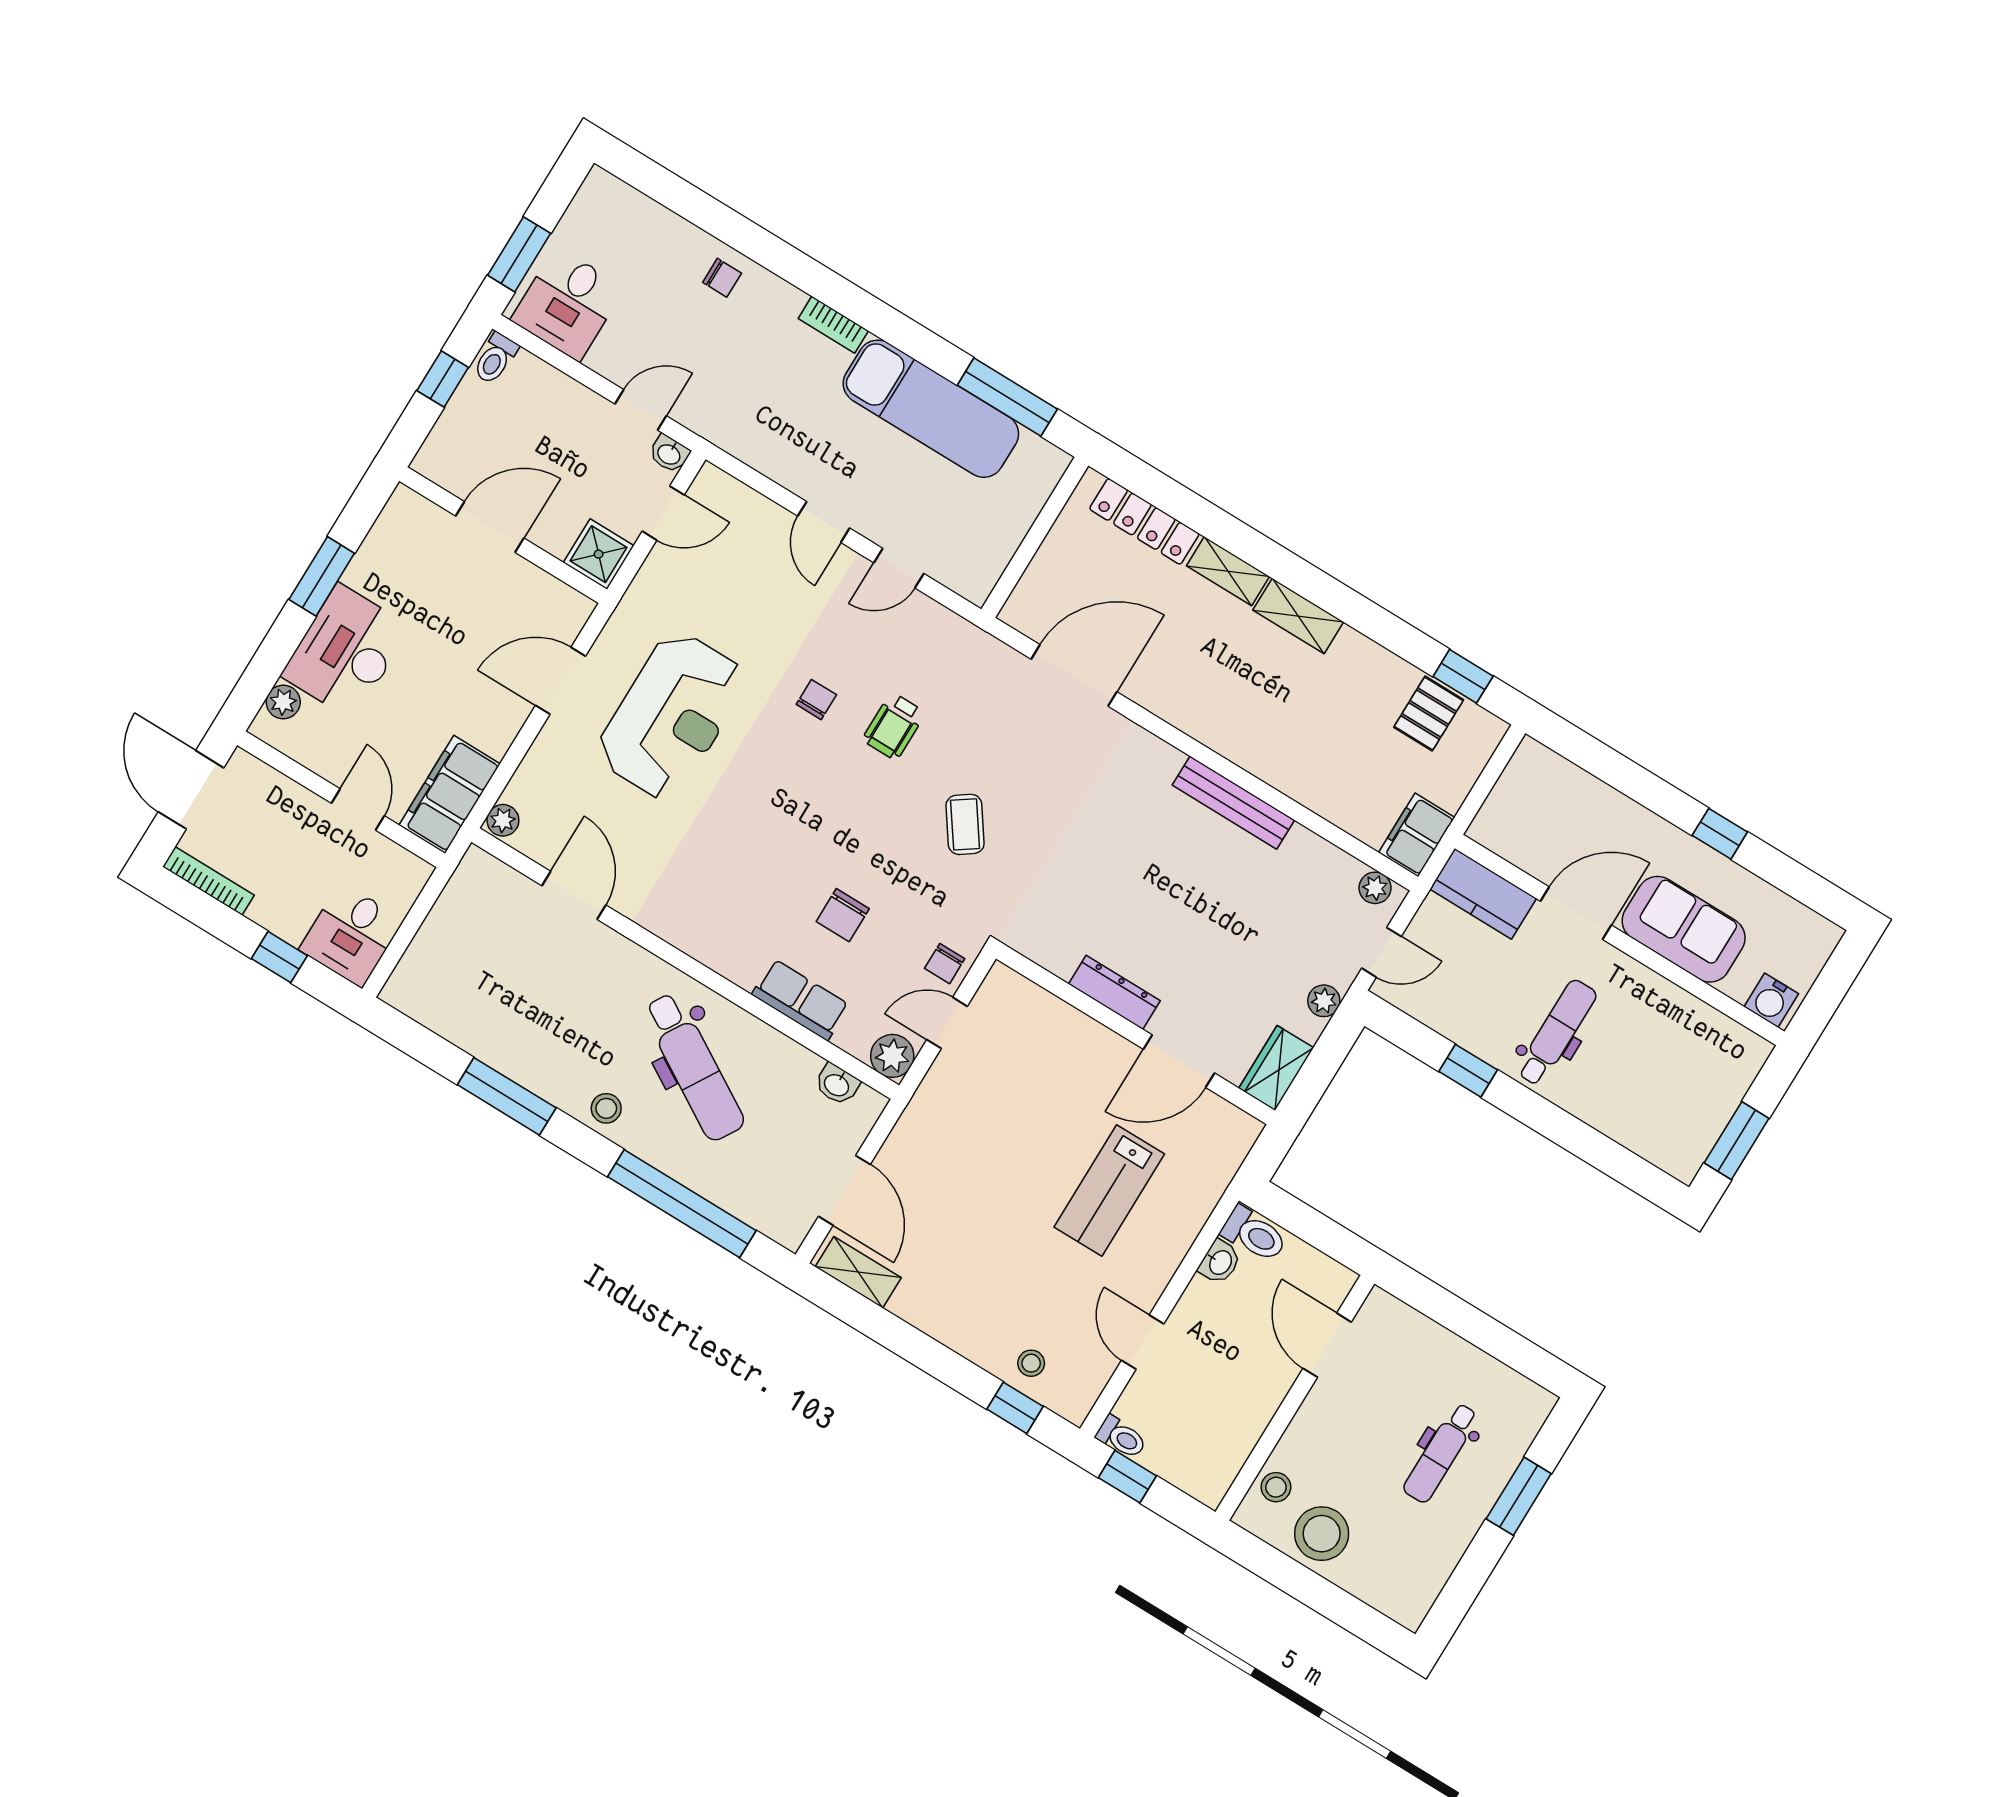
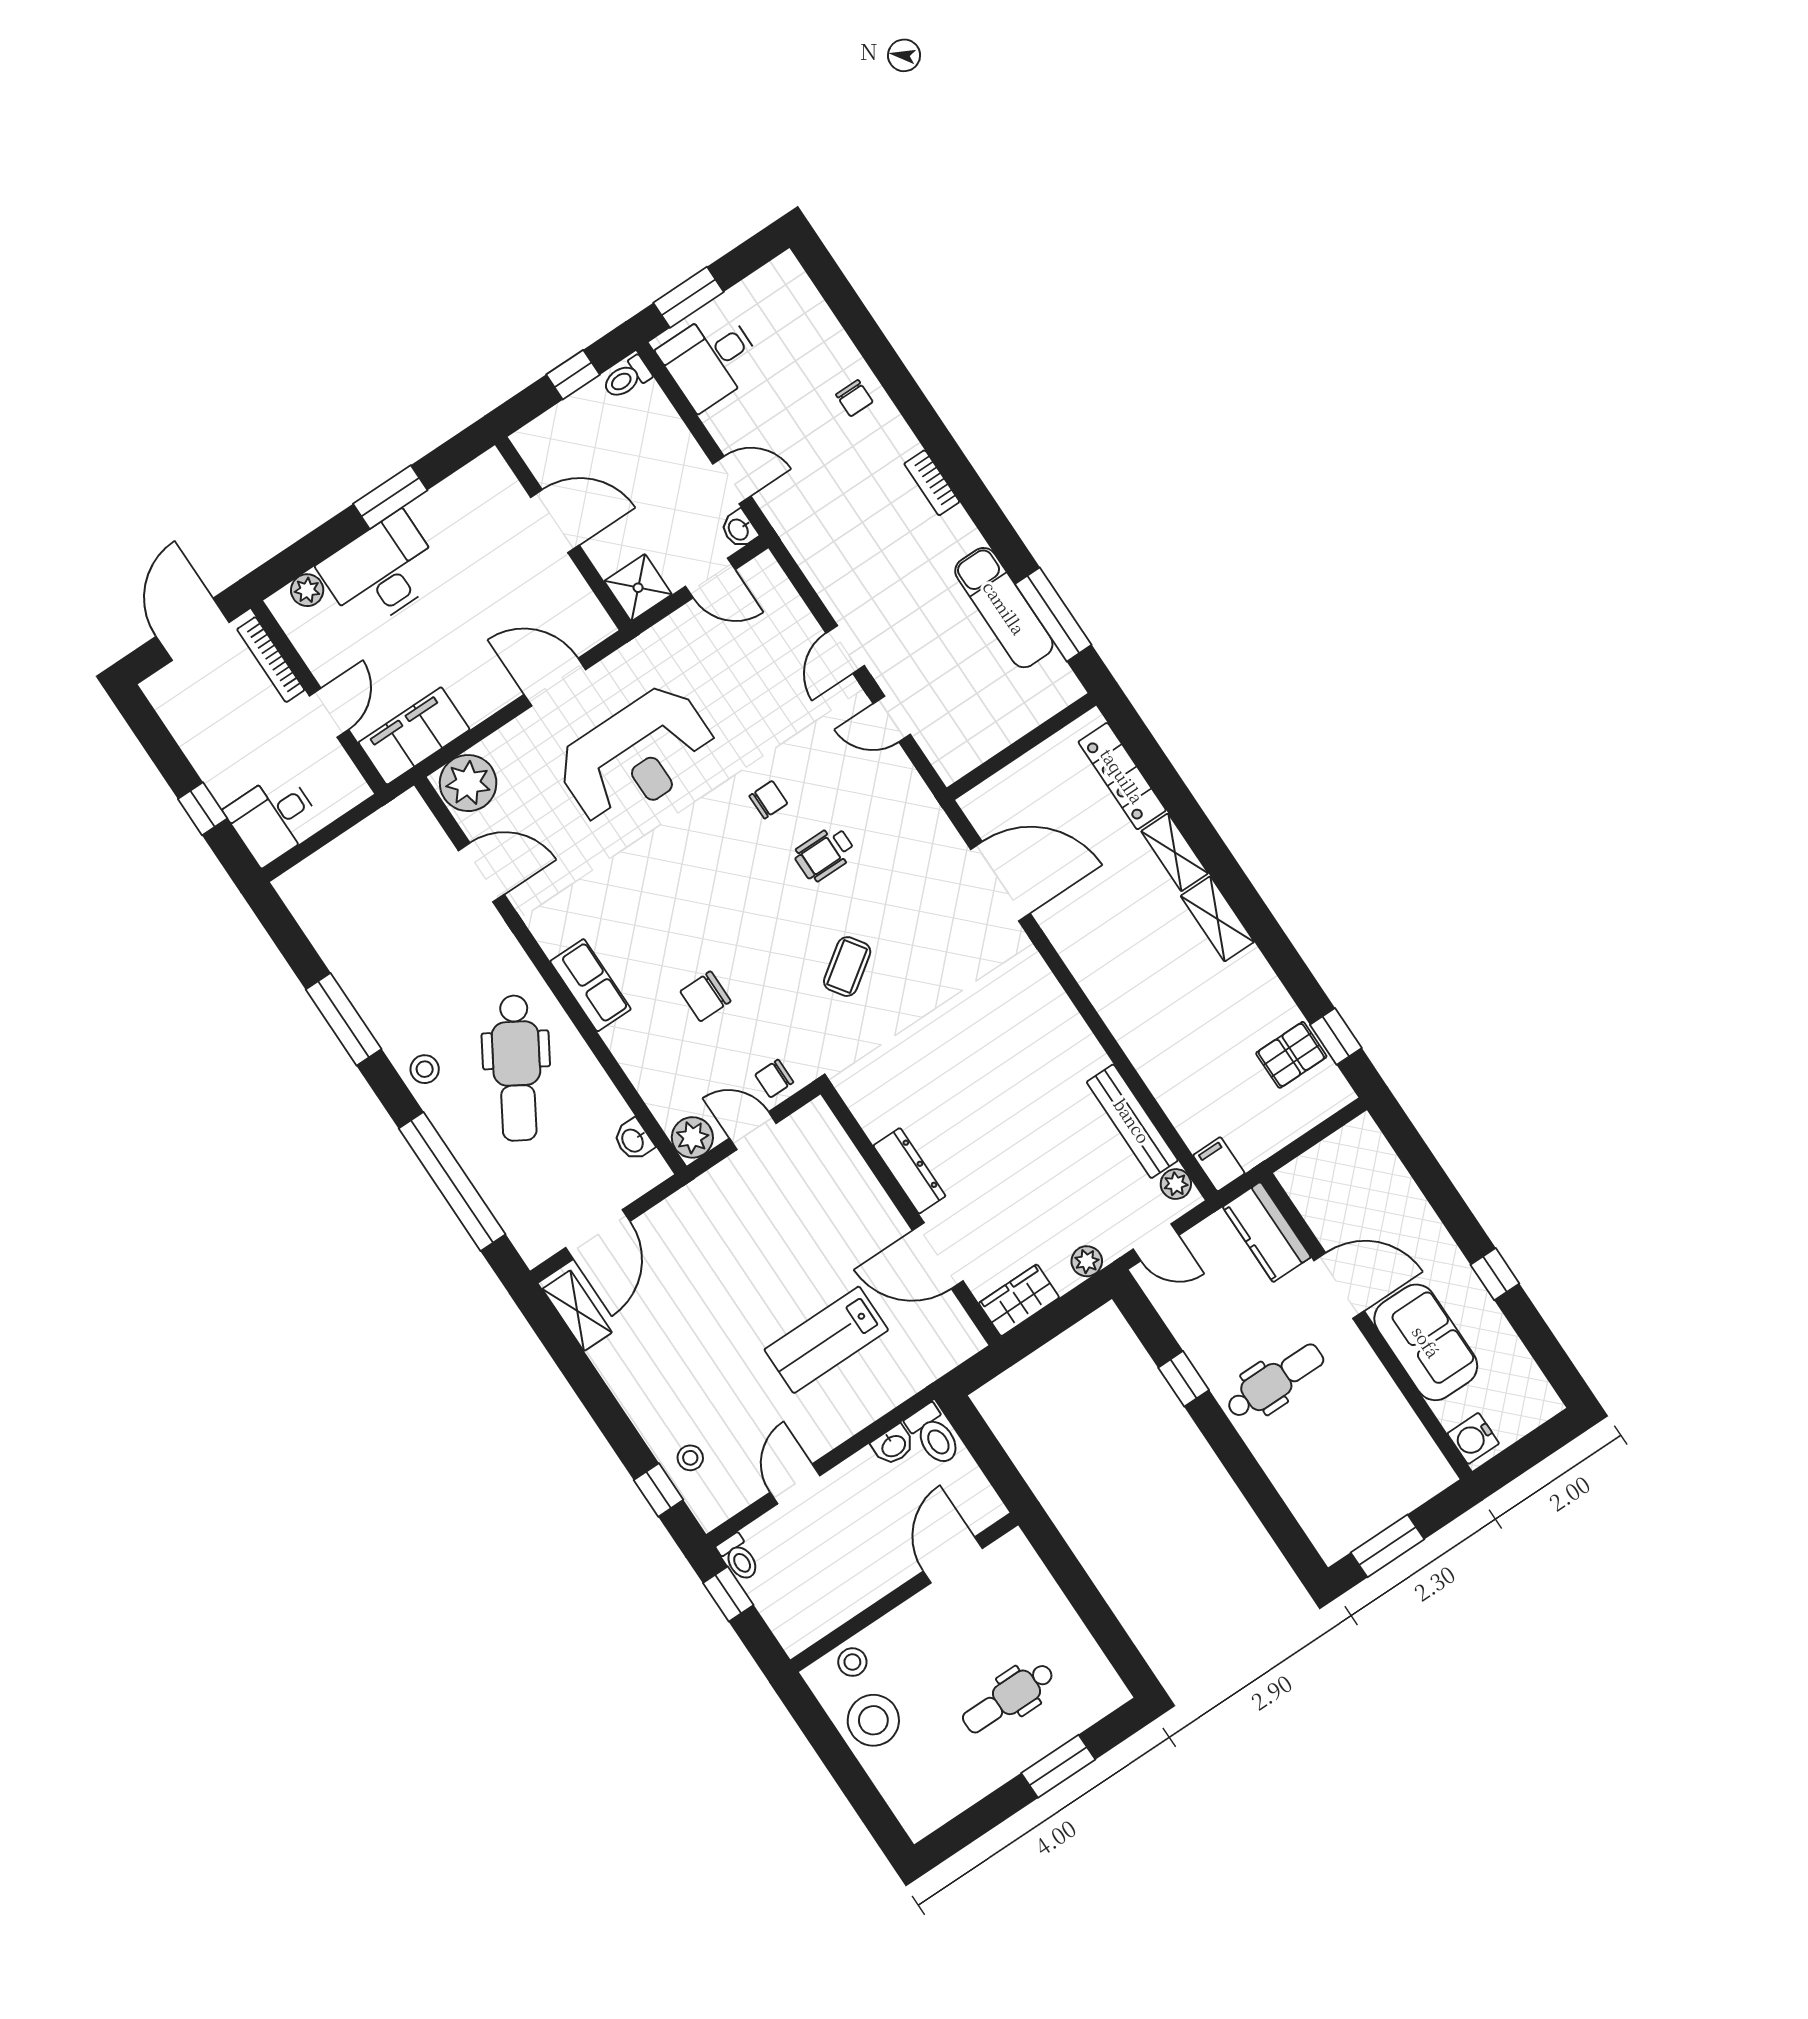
exam couch: (931, 409) -> (1004, 608), width x0.73, depth x0.69
bench: (1233, 803) -> (1132, 1121), moved
plant: (503, 820) -> (468, 783), width x1.88, depth x1.88
filing cabinet: (1417, 835) -> (1219, 1164), width x0.50
bookcase: (208, 881) -> (271, 660), moved, turned 180
door: (574, 895) -> (481, 872), hinge flipped
row of seats: (801, 1000) -> (590, 985), moved

